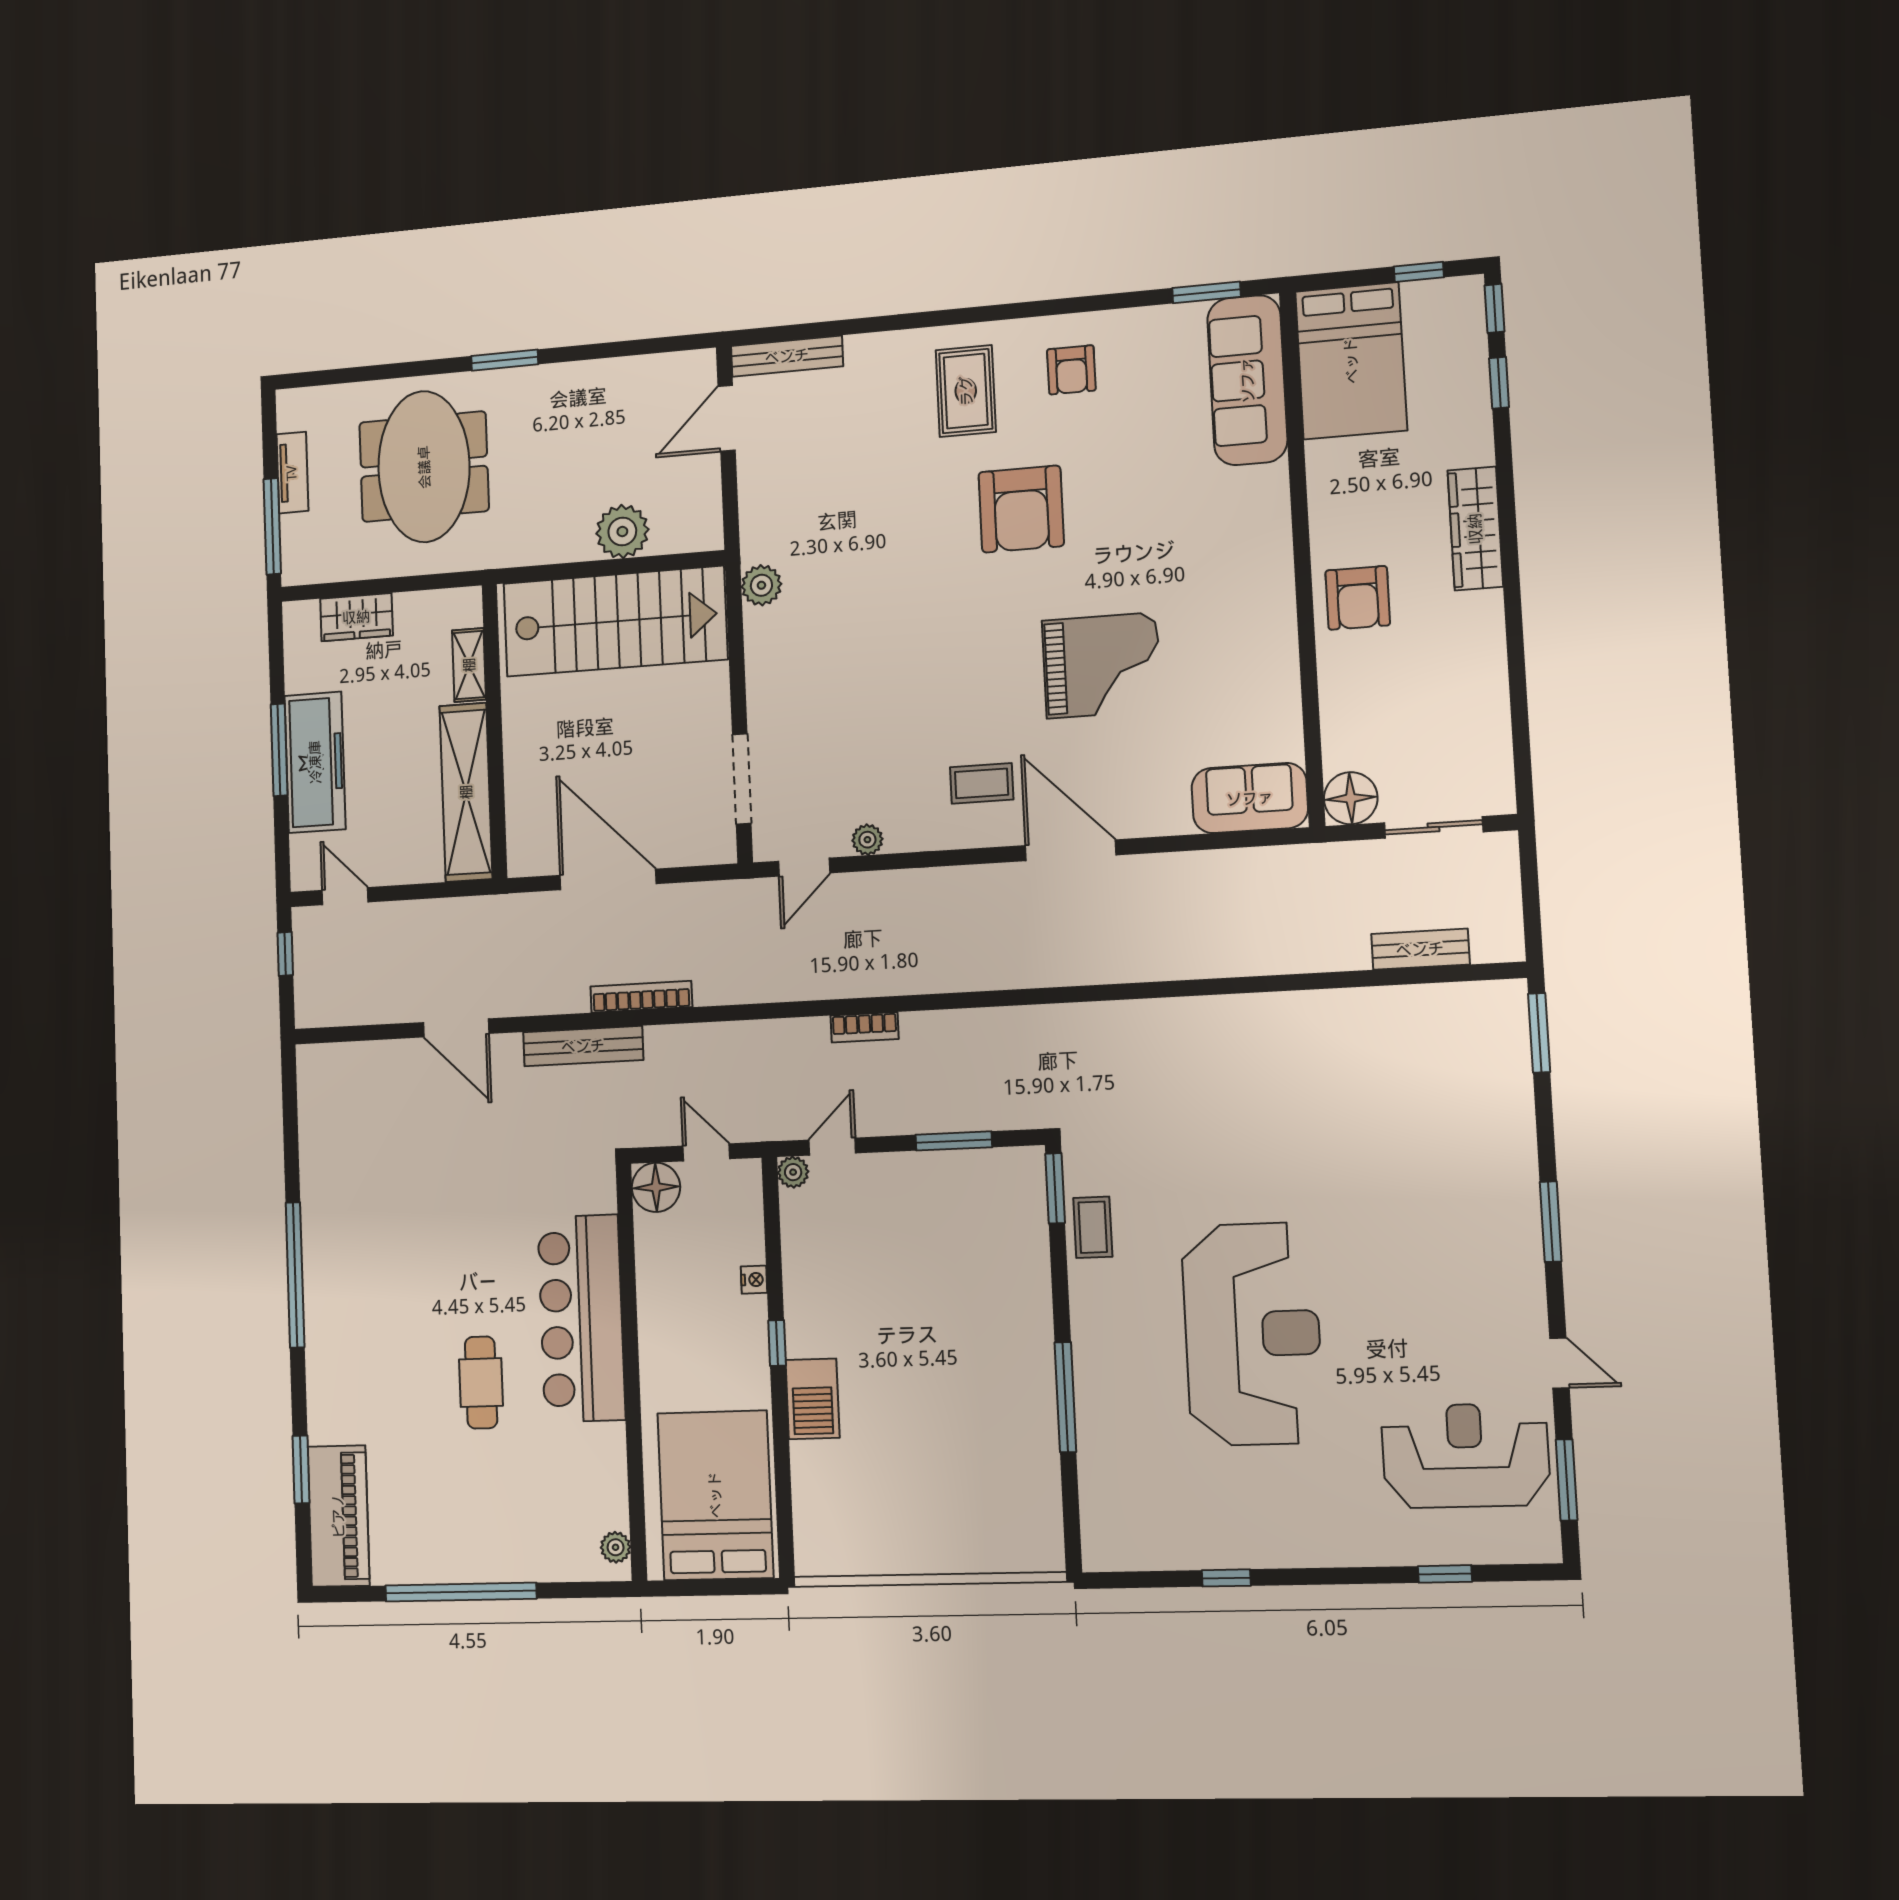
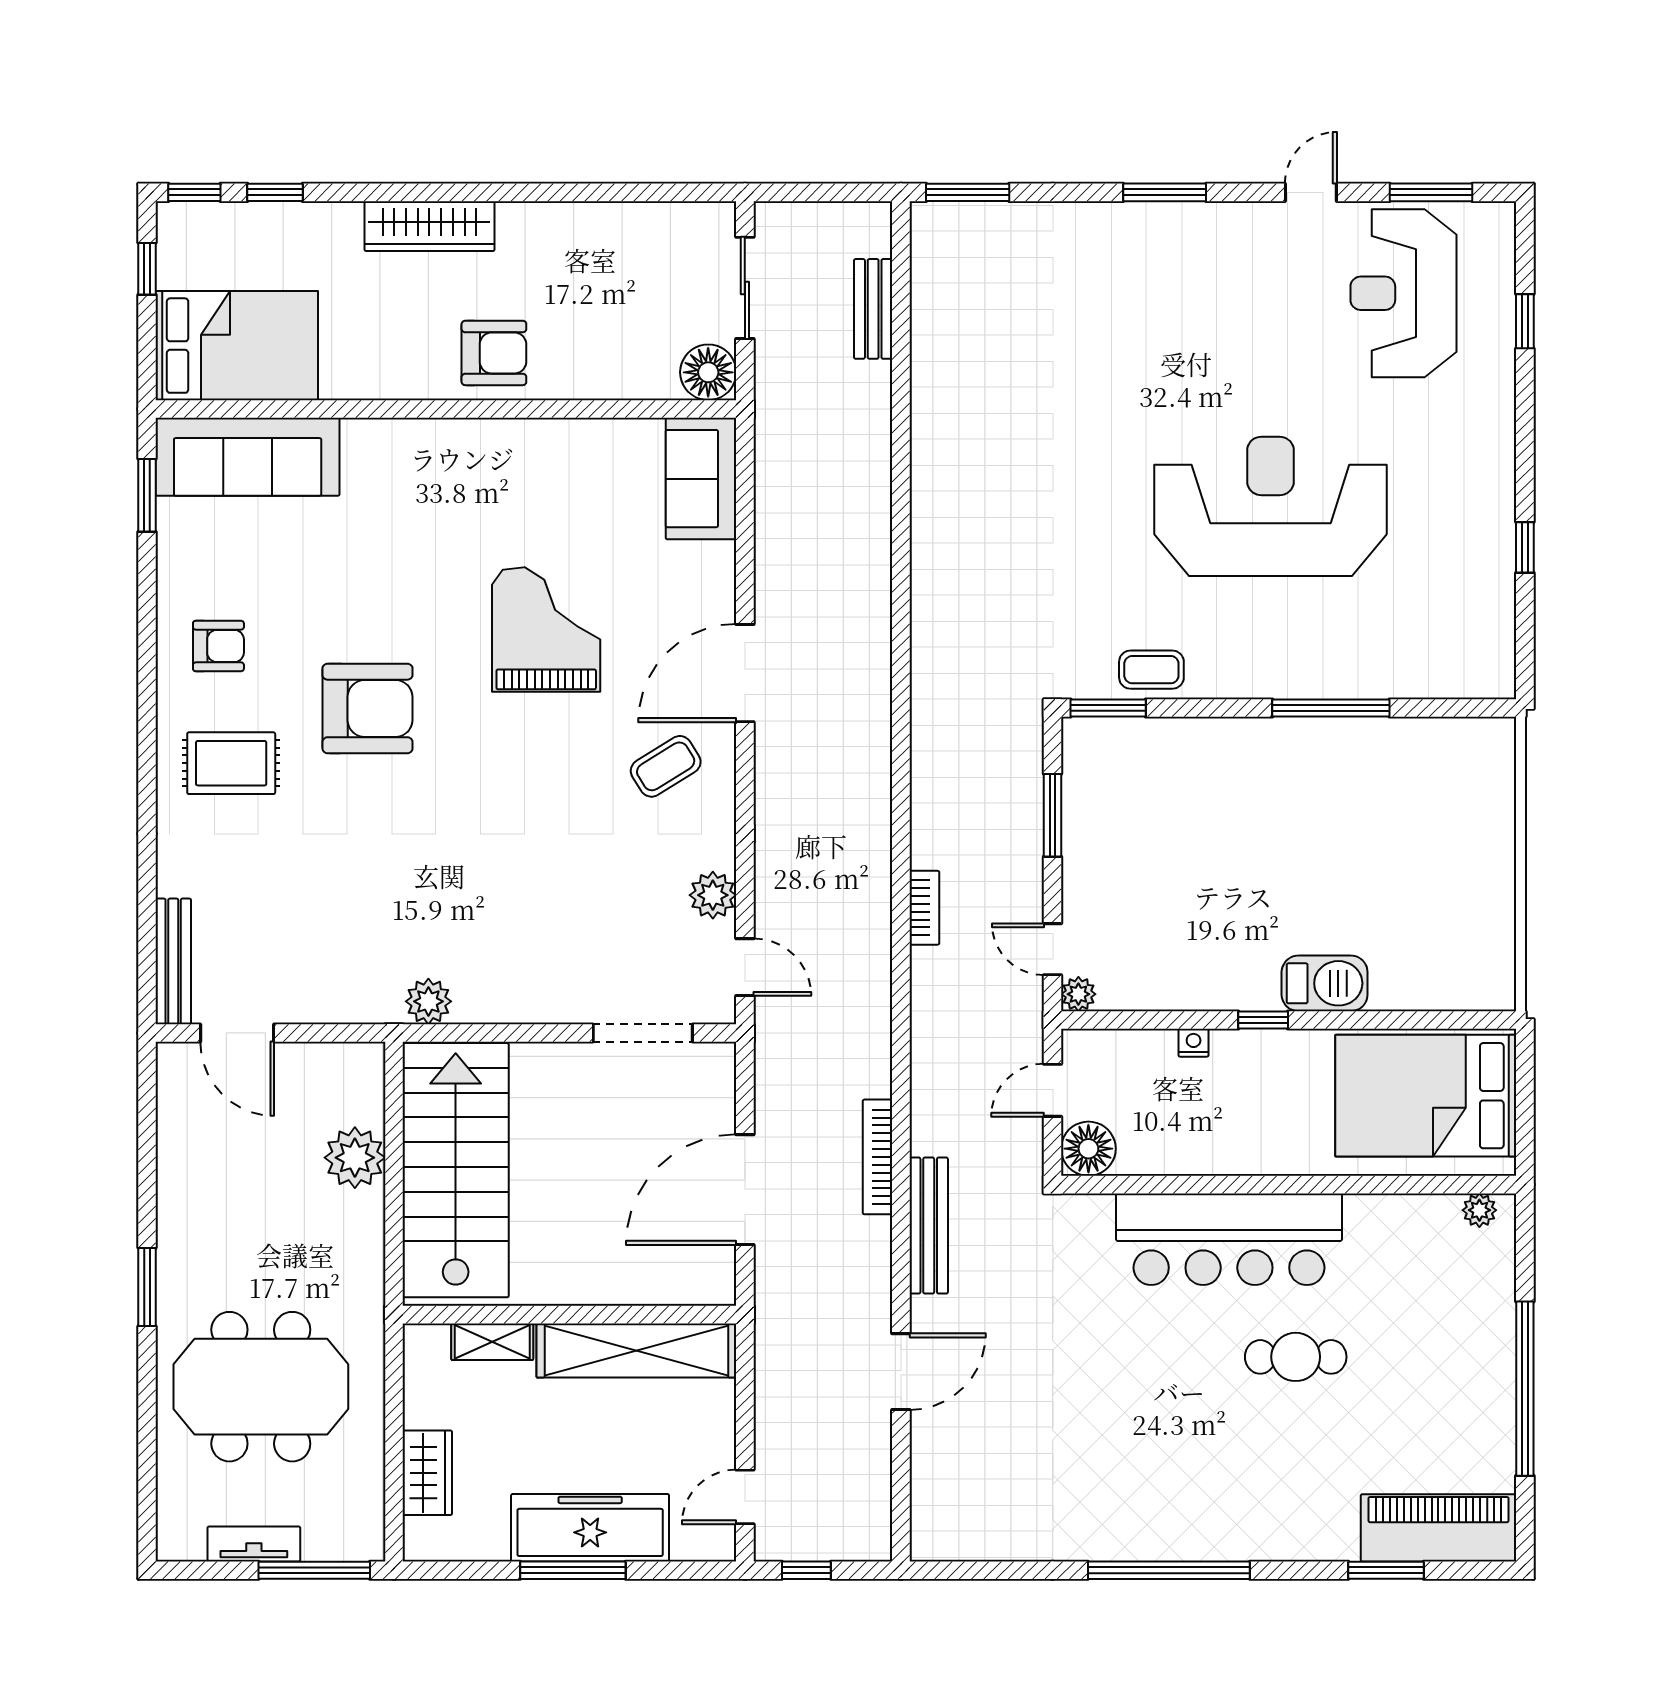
coffee table: (982, 783) -> (666, 766), turned 58
plant: (867, 840) -> (713, 895), width x1.38, depth x1.38

